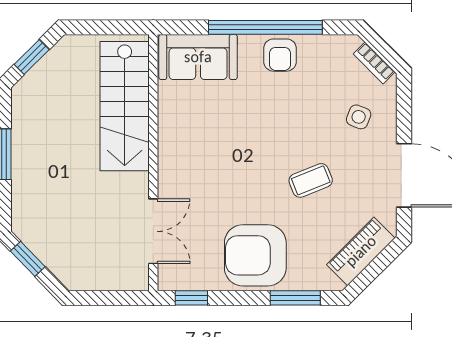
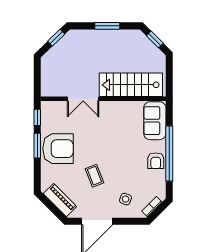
armchair: (280, 55) -> (156, 161), turned -90
double door: (153, 231) -> (83, 99), moved
armchair: (255, 255) -> (58, 149), turned 90
window: (295, 298) -> (37, 146), moved

